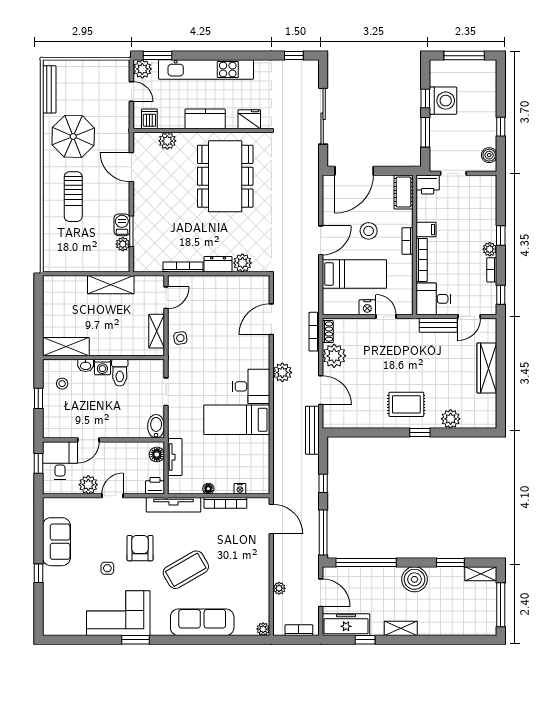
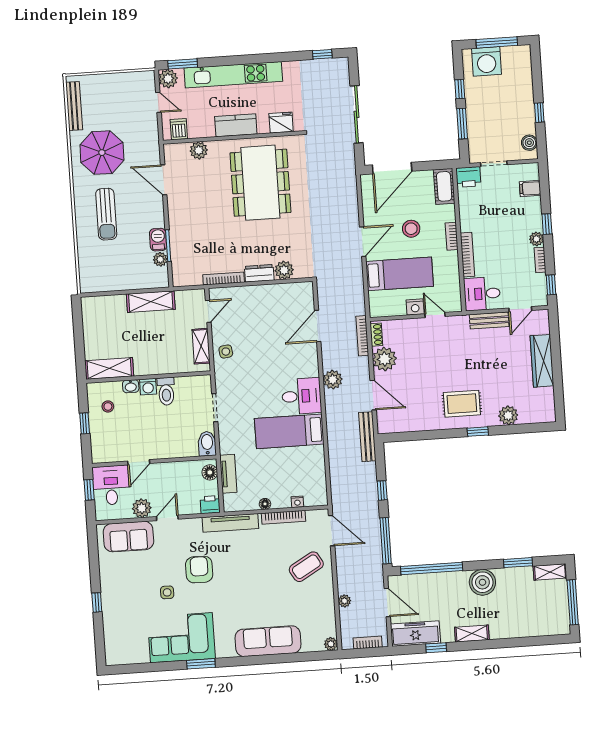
washing machine: (443, 101) -> (486, 61), moved, turned 90
filing cabinet: (426, 230) -> (530, 188), moved, turned 180
sofa: (56, 542) -> (128, 537), moved, turned 90
coffee table: (186, 570) -> (306, 567), moved, width x0.73, depth x0.76

